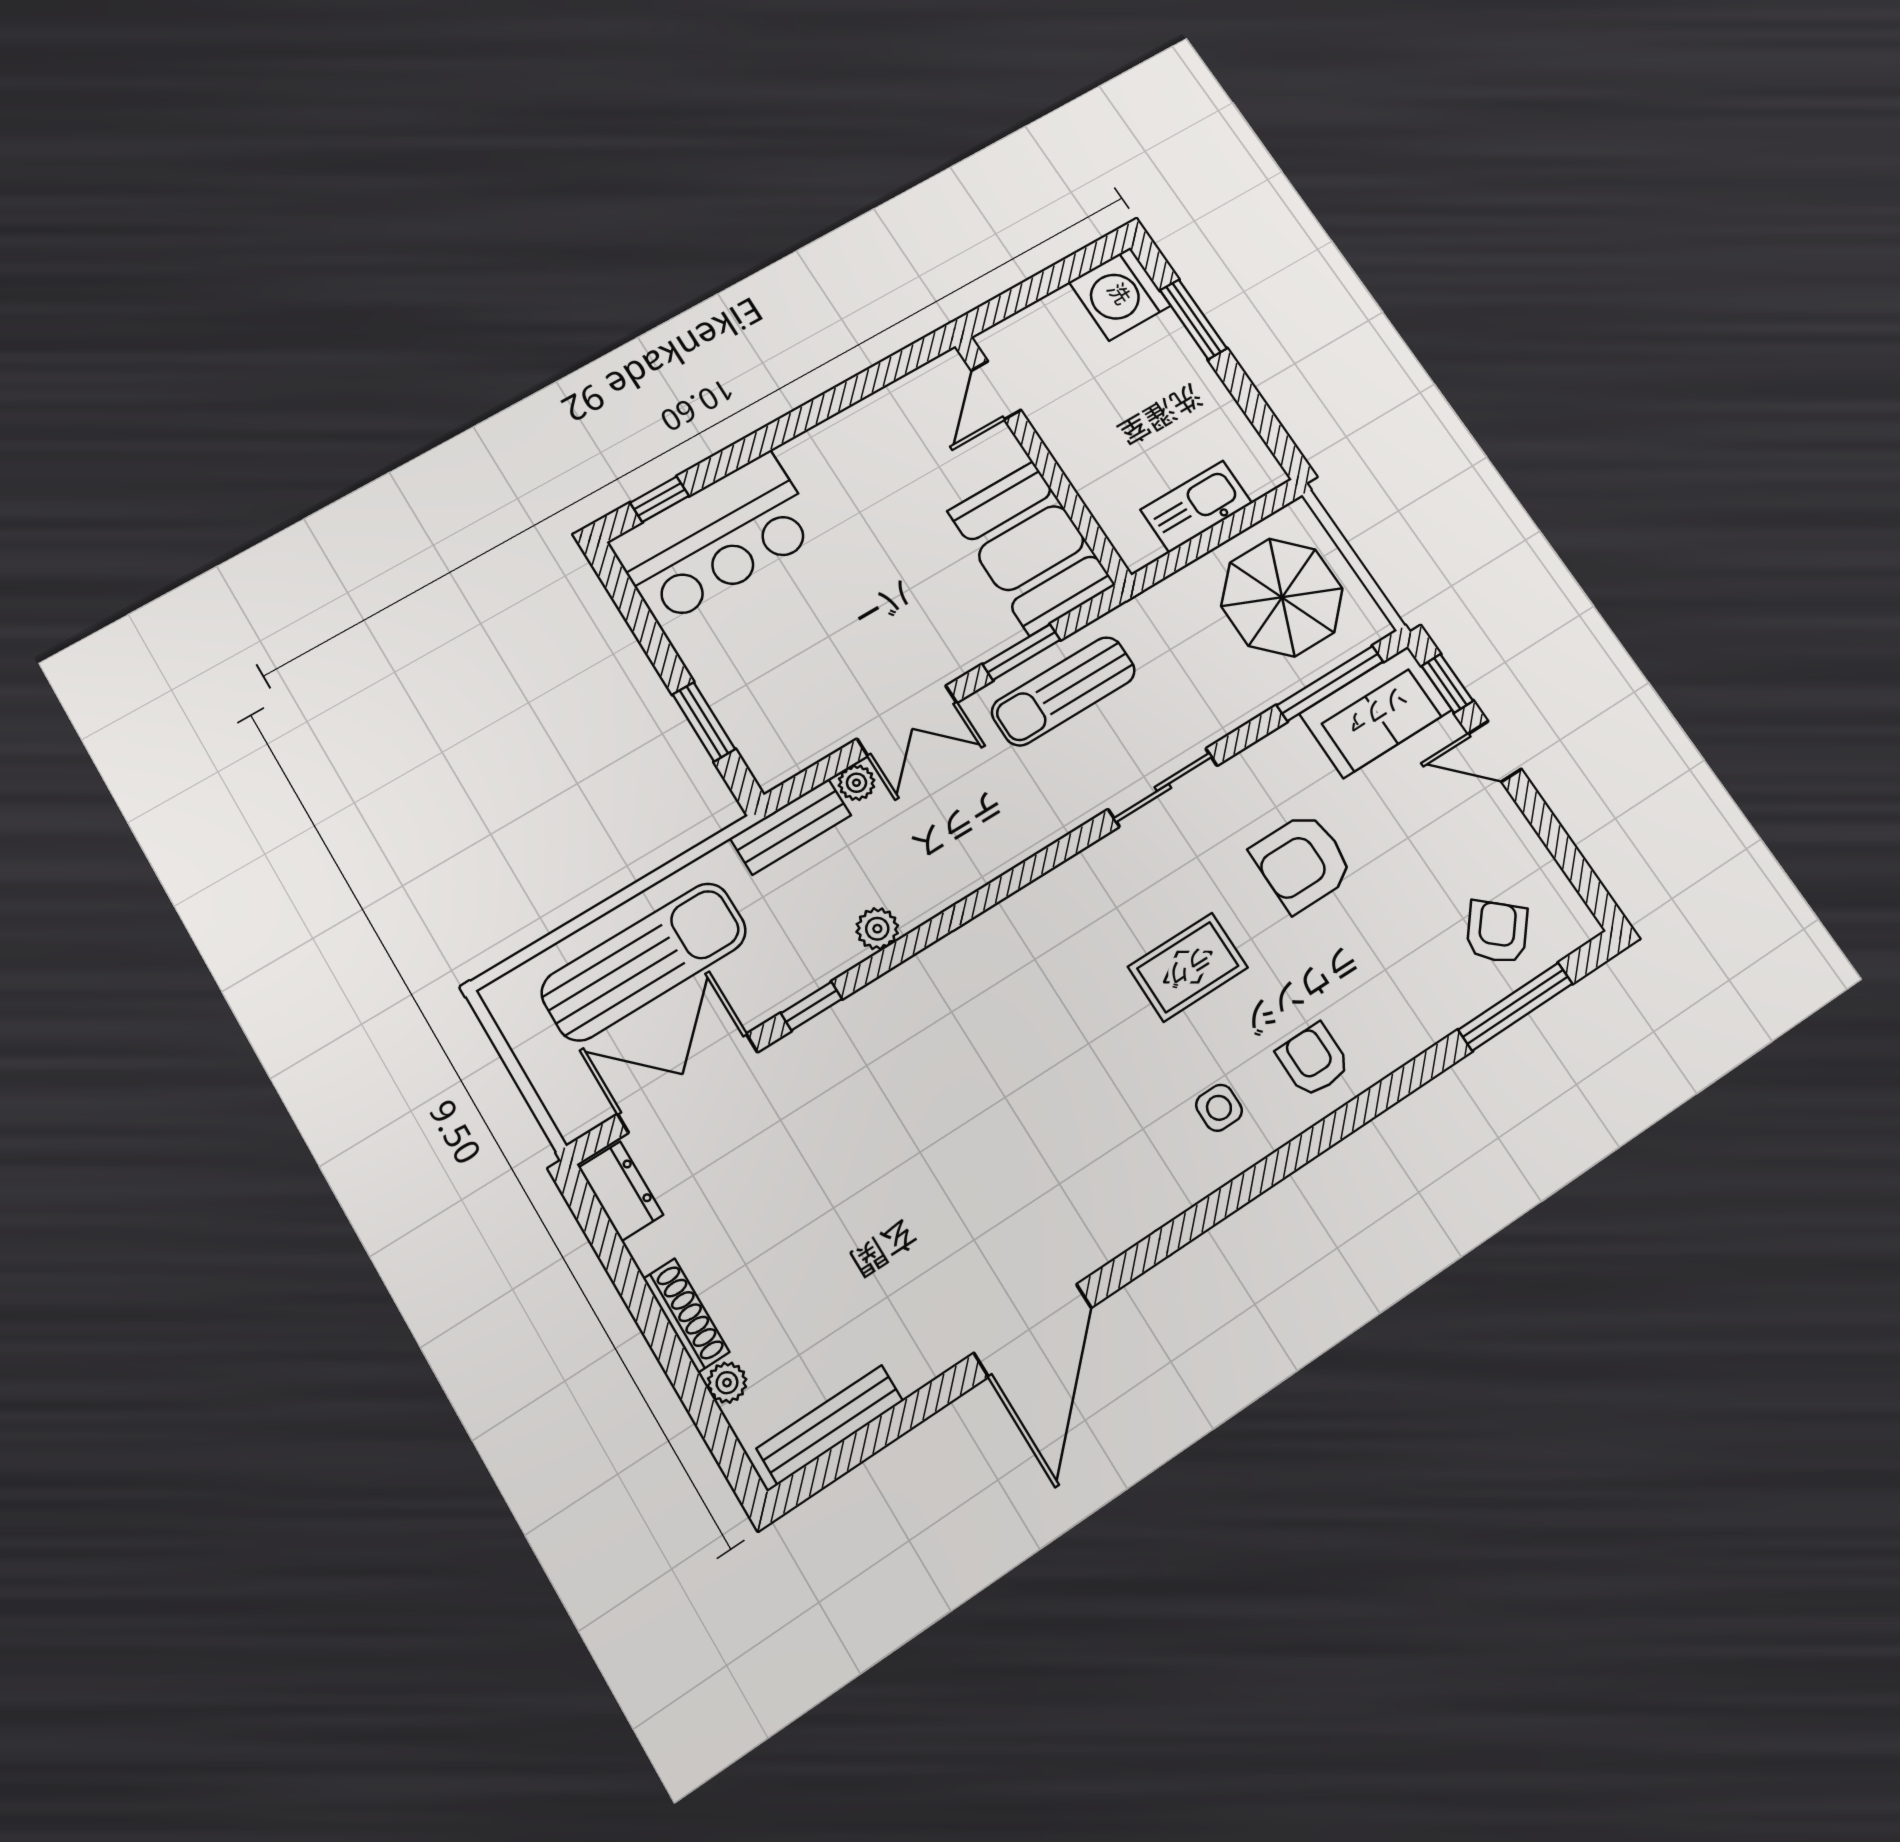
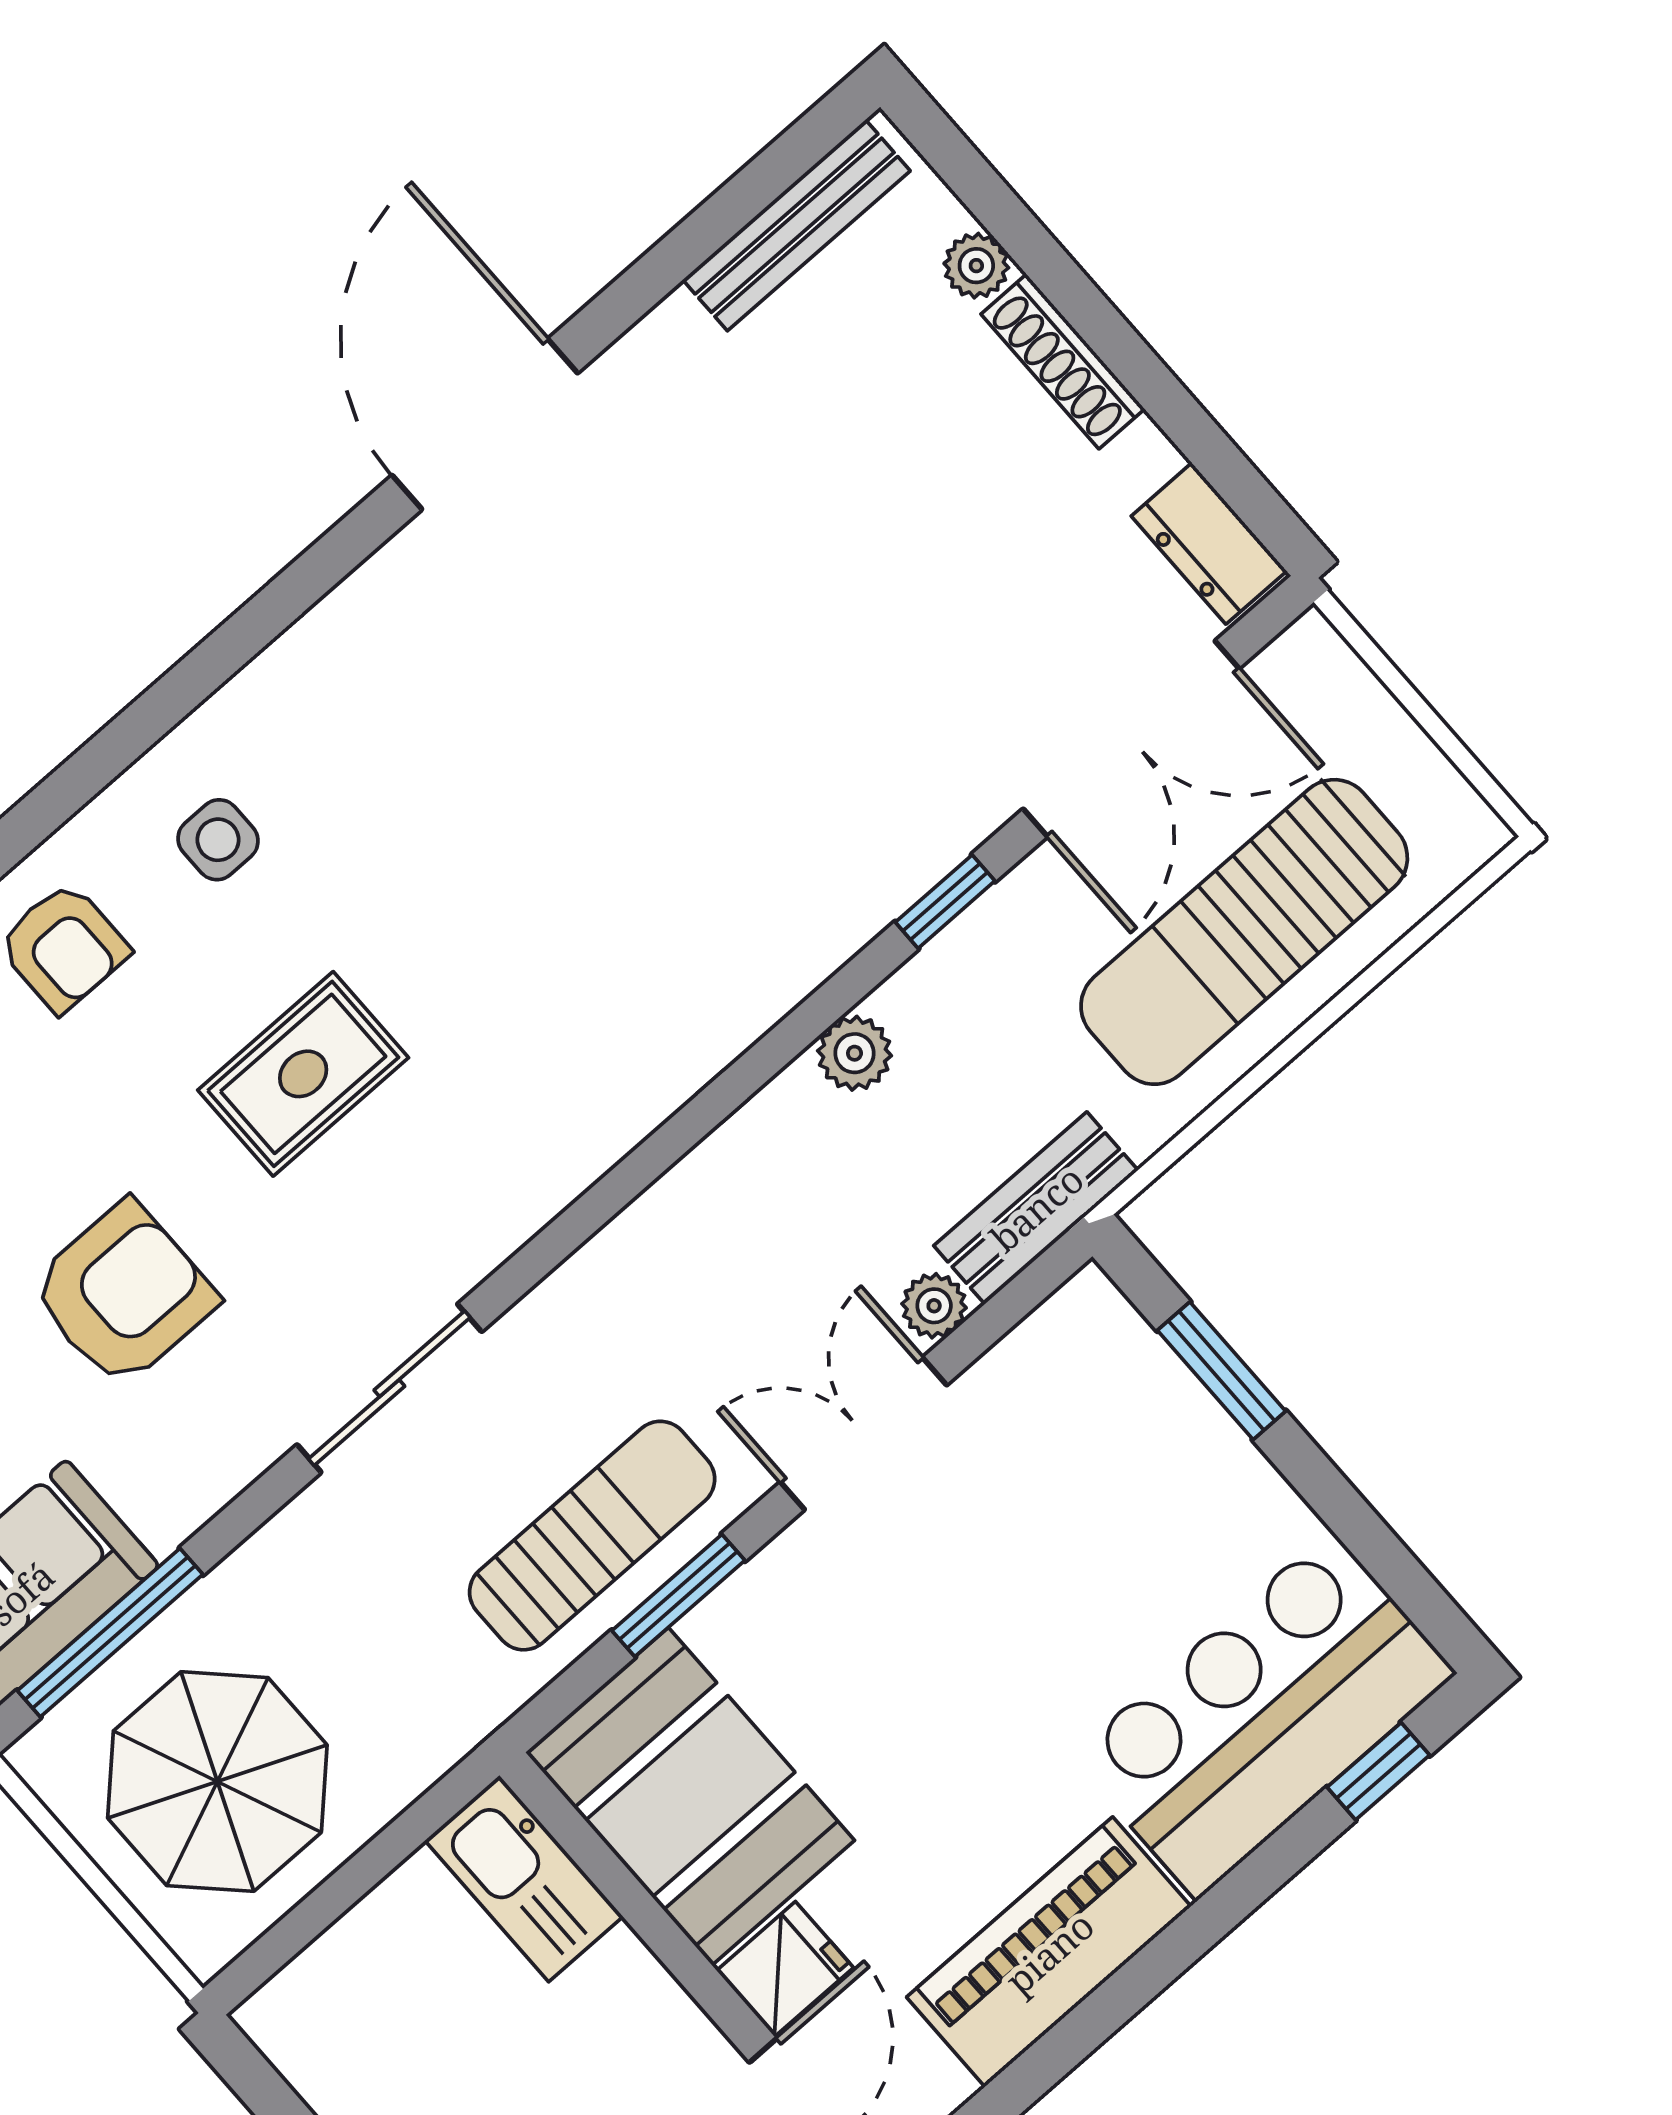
piano: (853, 438) -> (1049, 1952), added
fridge: (995, 453) -> (785, 1969), added
kitchen sink: (1196, 506) -> (524, 1879), moved, turned 90

